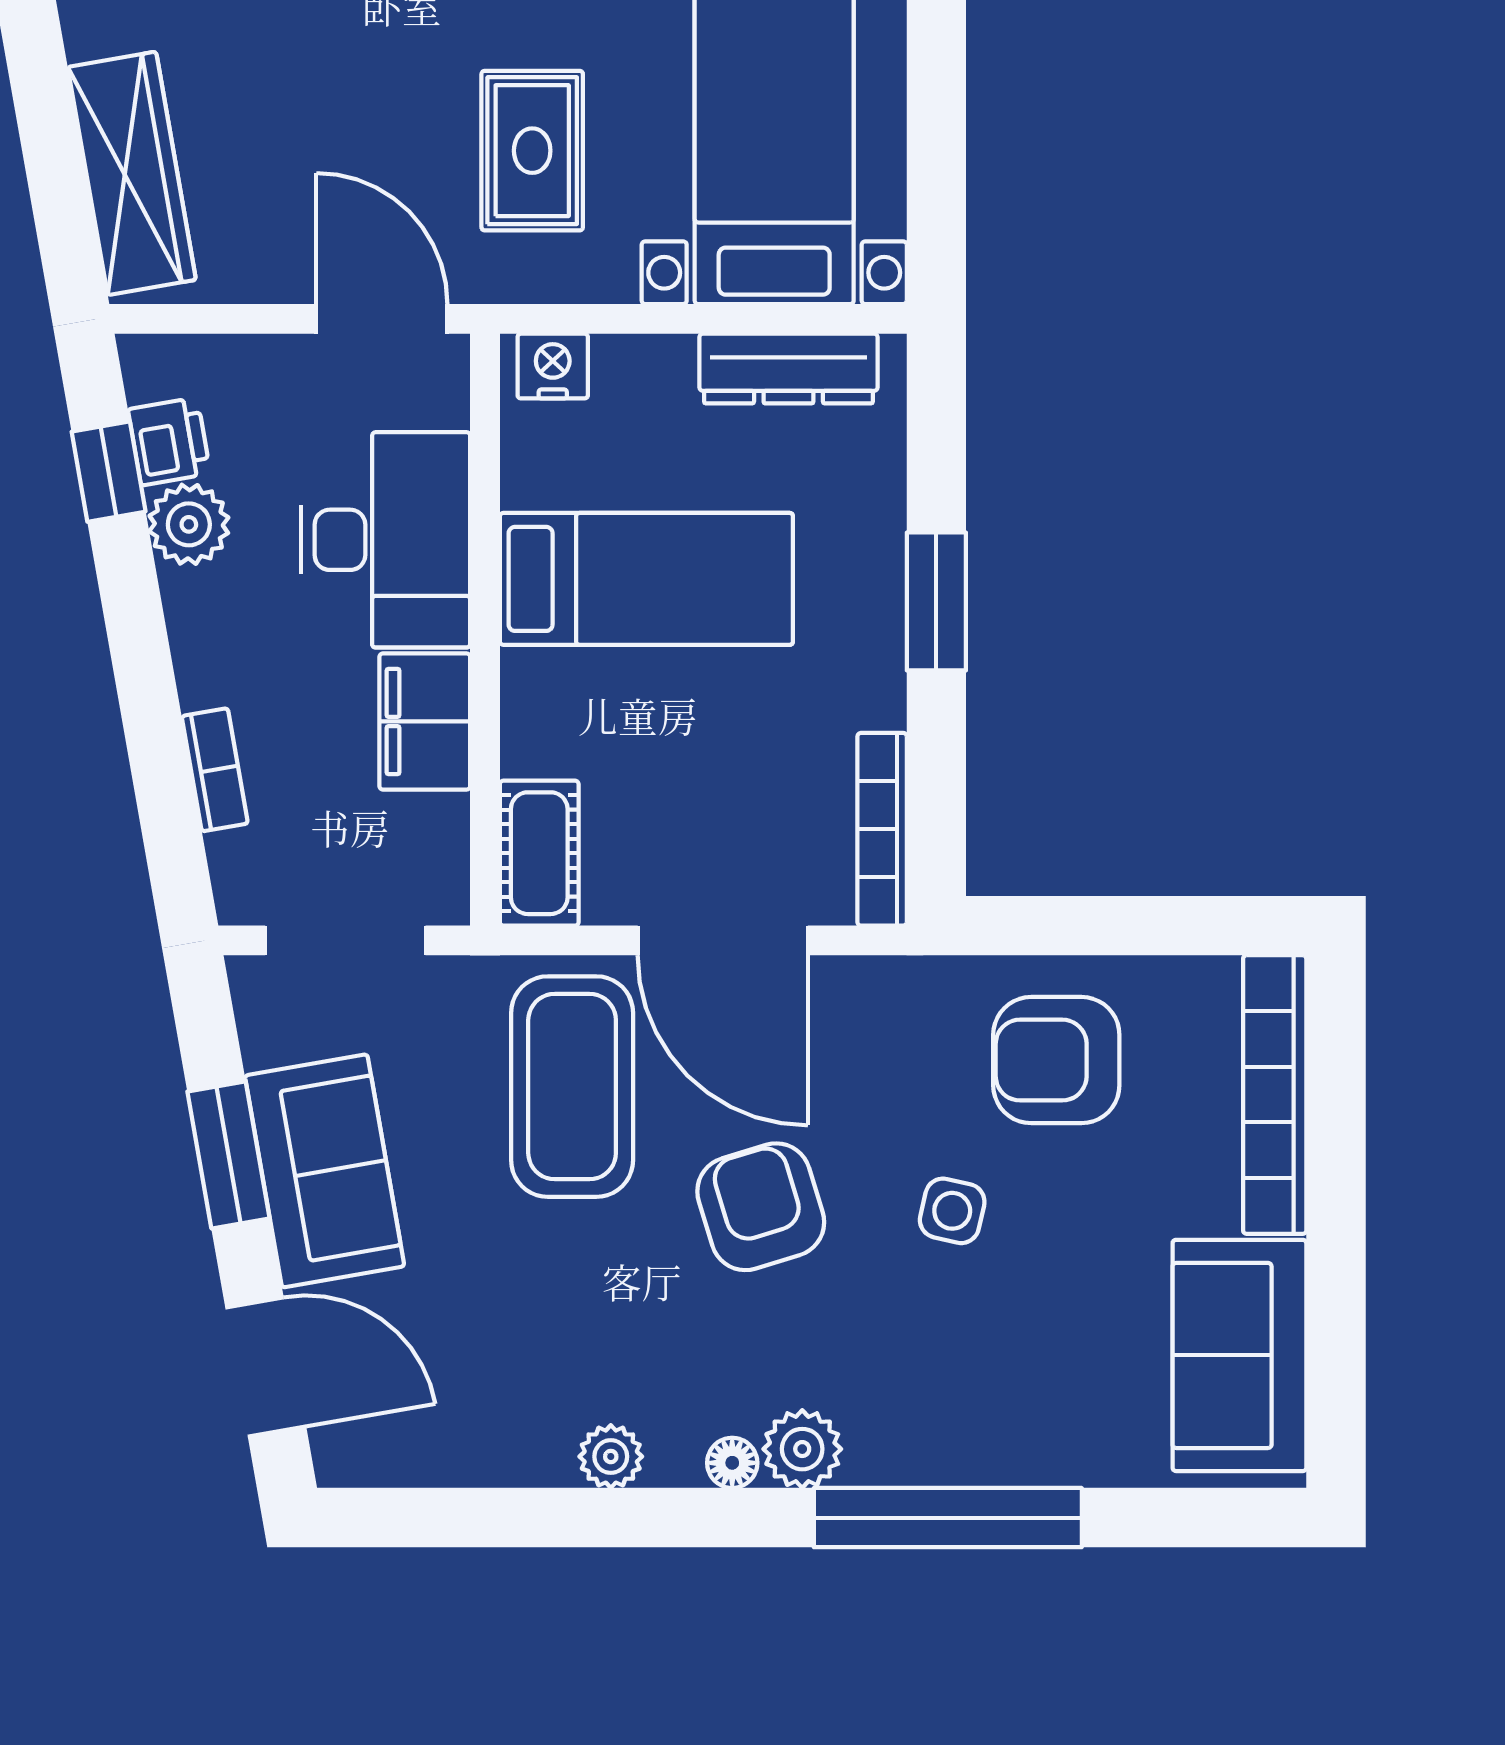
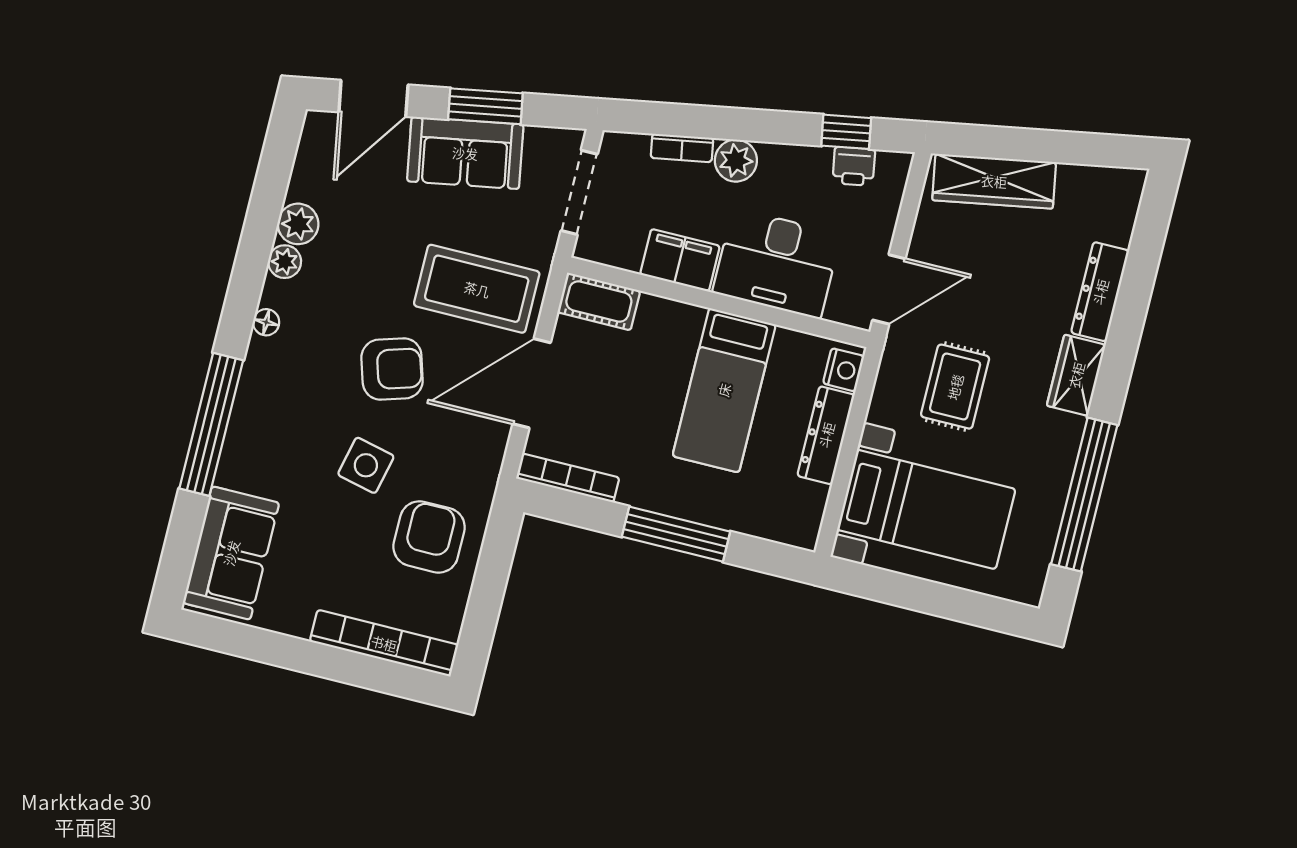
rug: (532, 151) -> (955, 387), turned 90
dresser: (788, 369) -> (826, 435), moved
plant: (189, 524) -> (736, 161), moved
window: (936, 601) -> (676, 534), width x1.44
side table: (952, 1211) -> (366, 465), width x1.37, depth x1.37
sofa: (1239, 1355) -> (231, 553), moved, turned 90
plant: (802, 1449) -> (298, 224), moved

